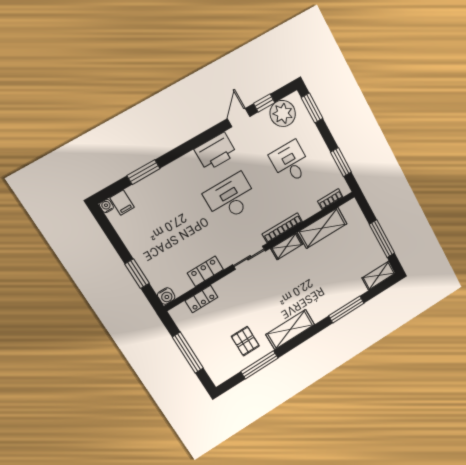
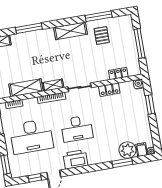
plant: (283, 113) -> (127, 150), moved
desk: (290, 162) -> (31, 136), width x1.87, depth x1.30

